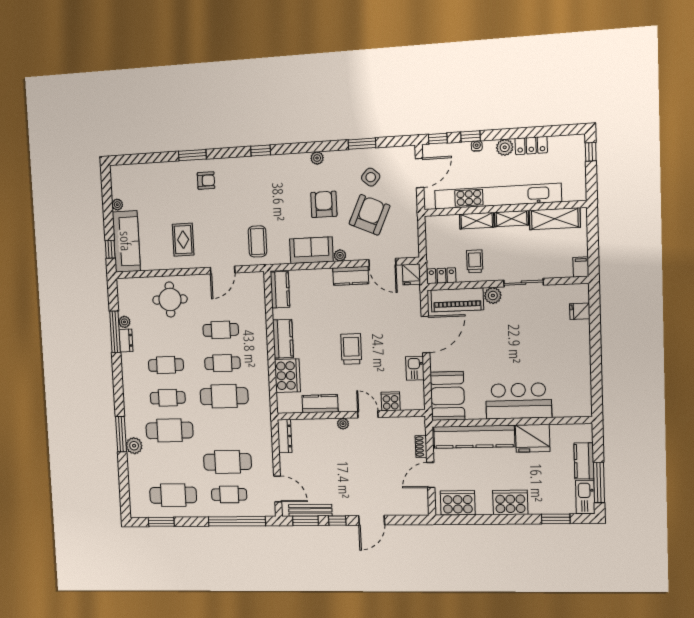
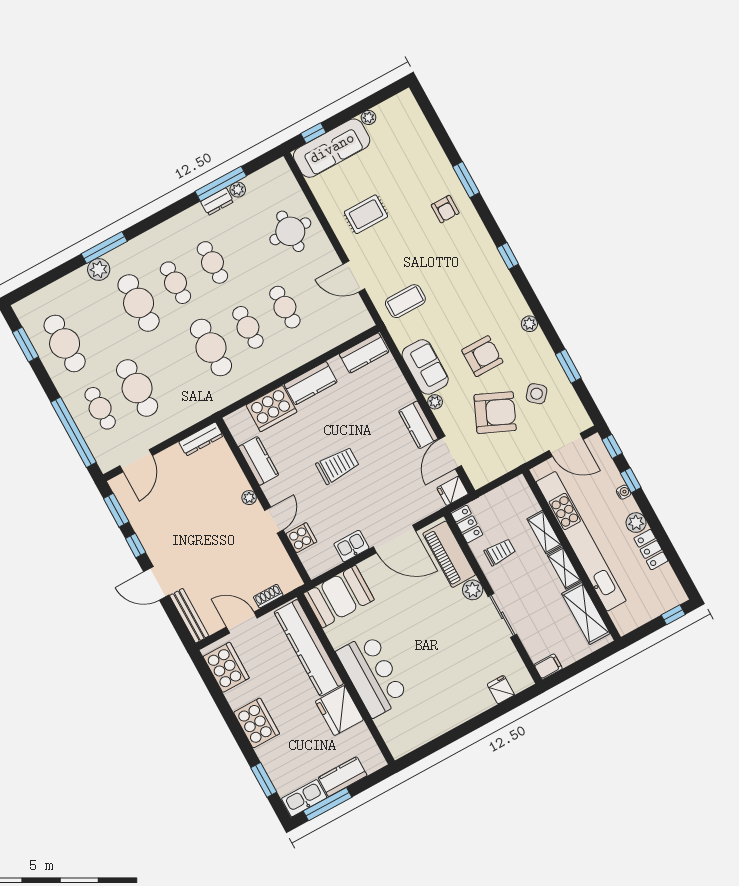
bench: (310, 510) -> (189, 616), moved

